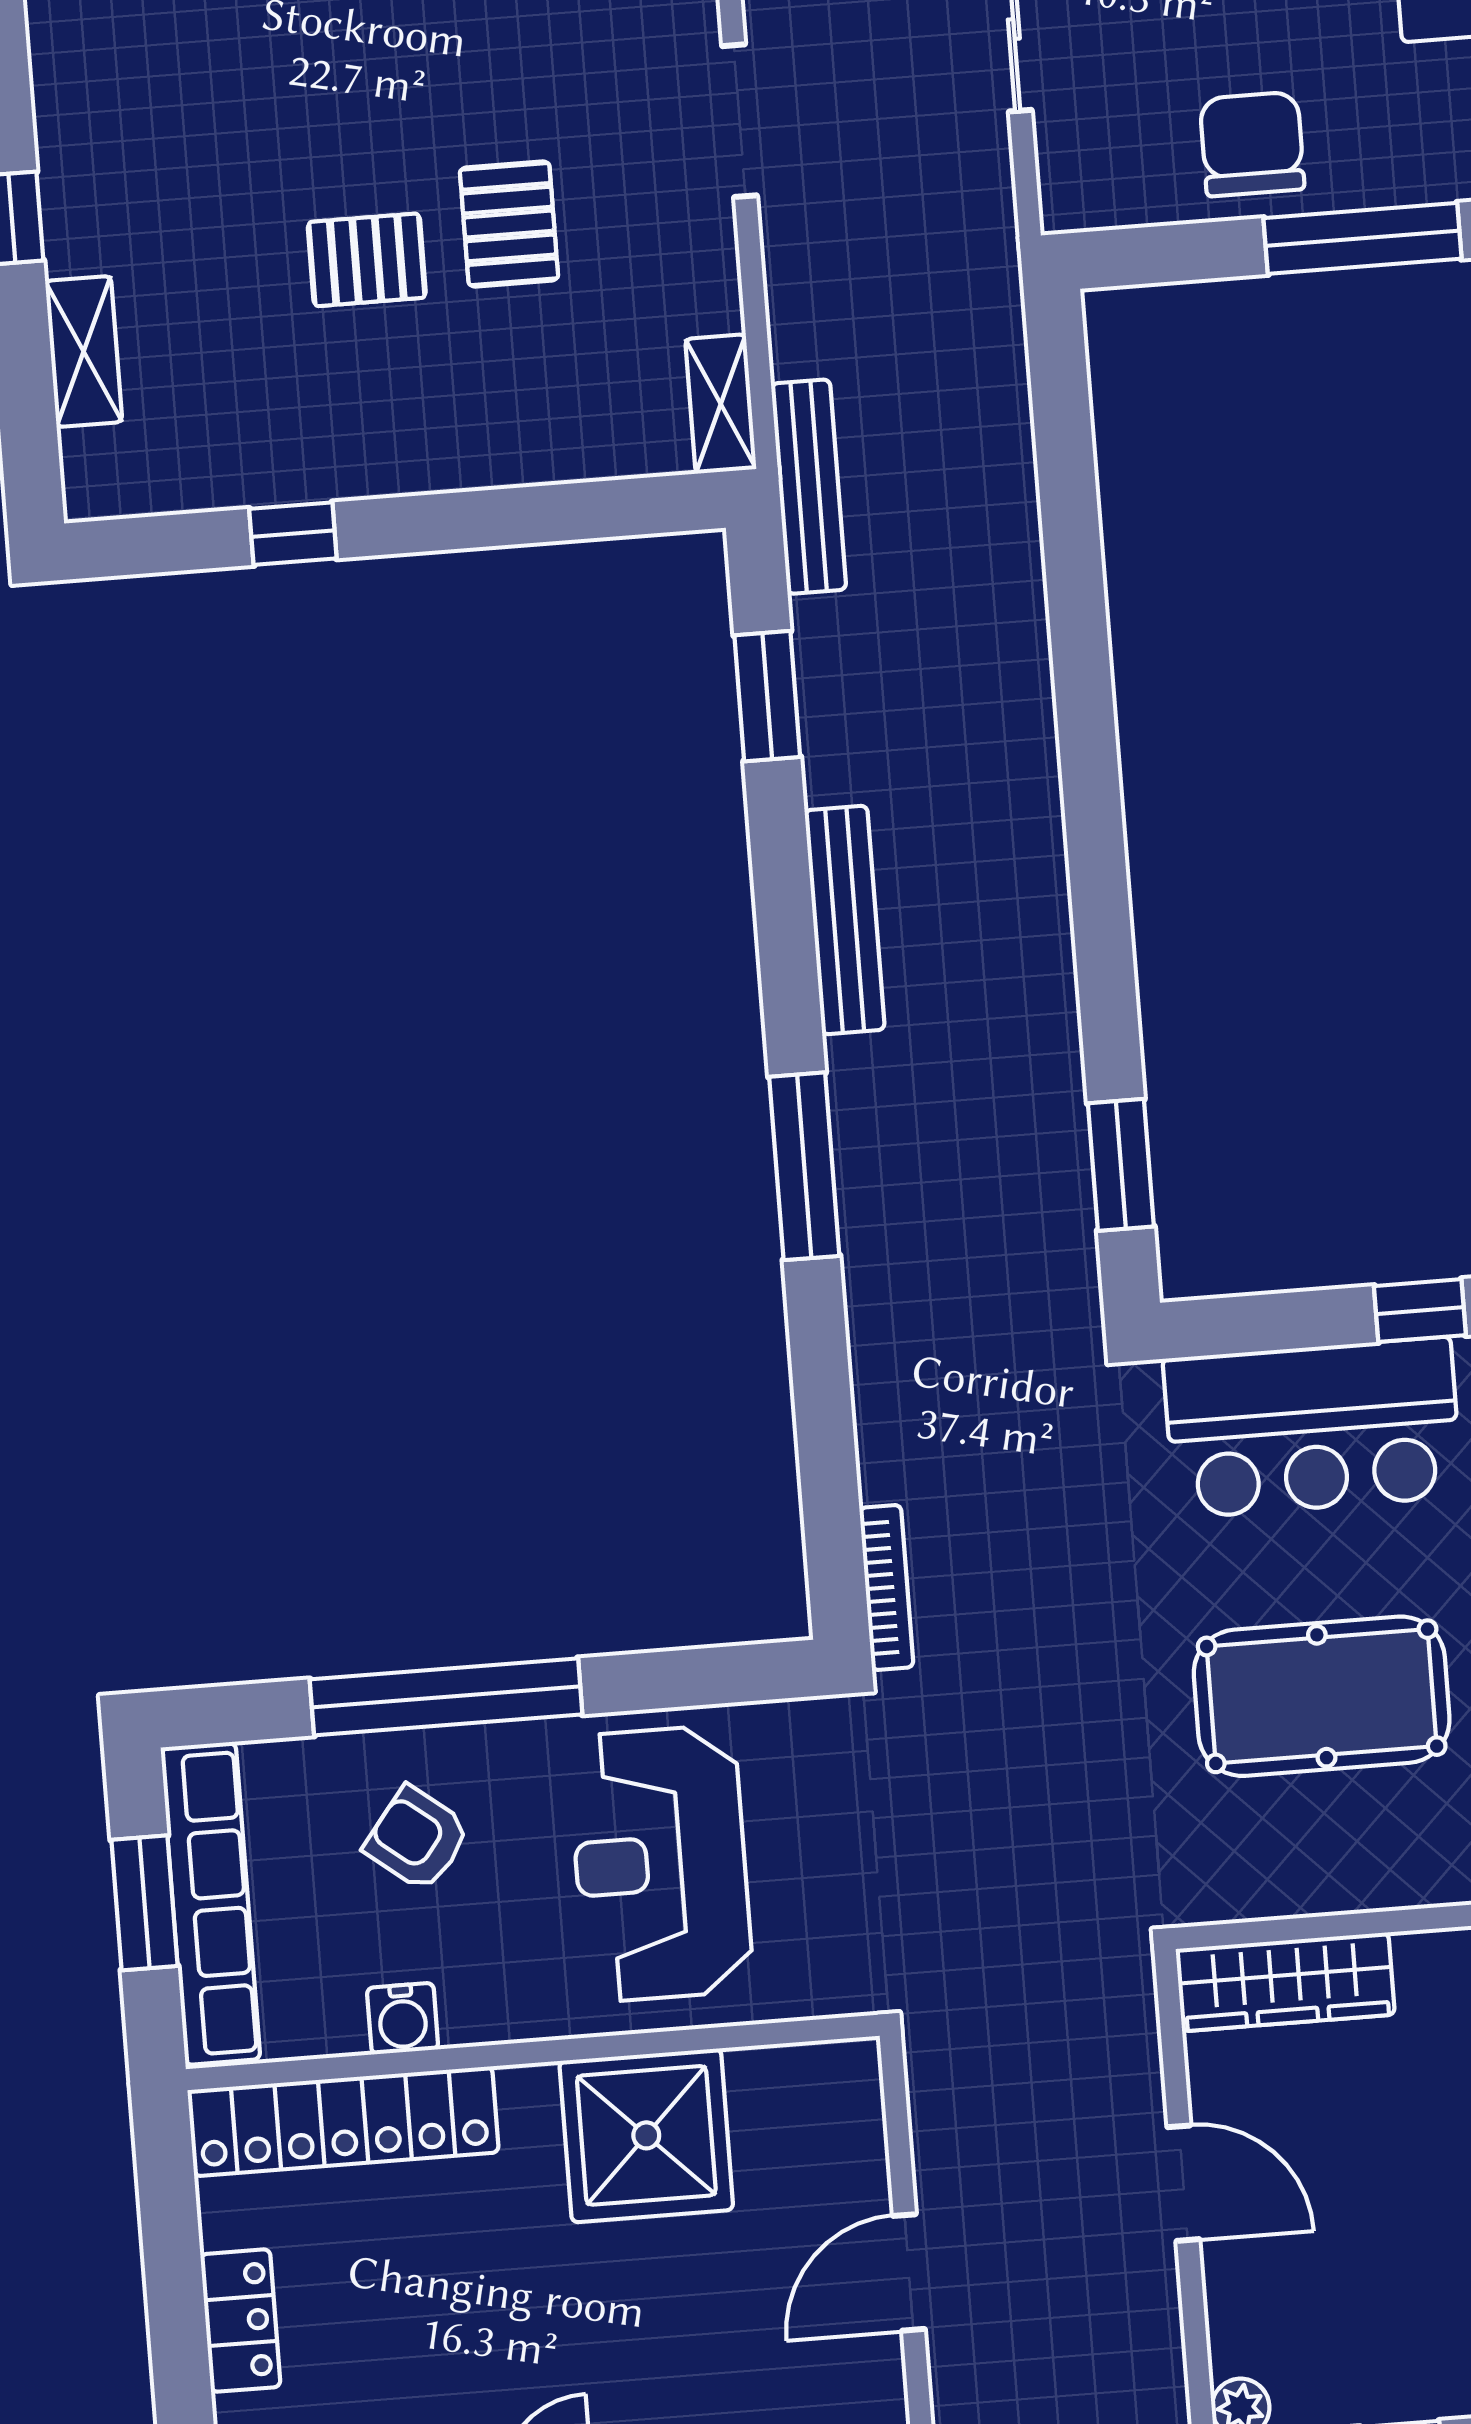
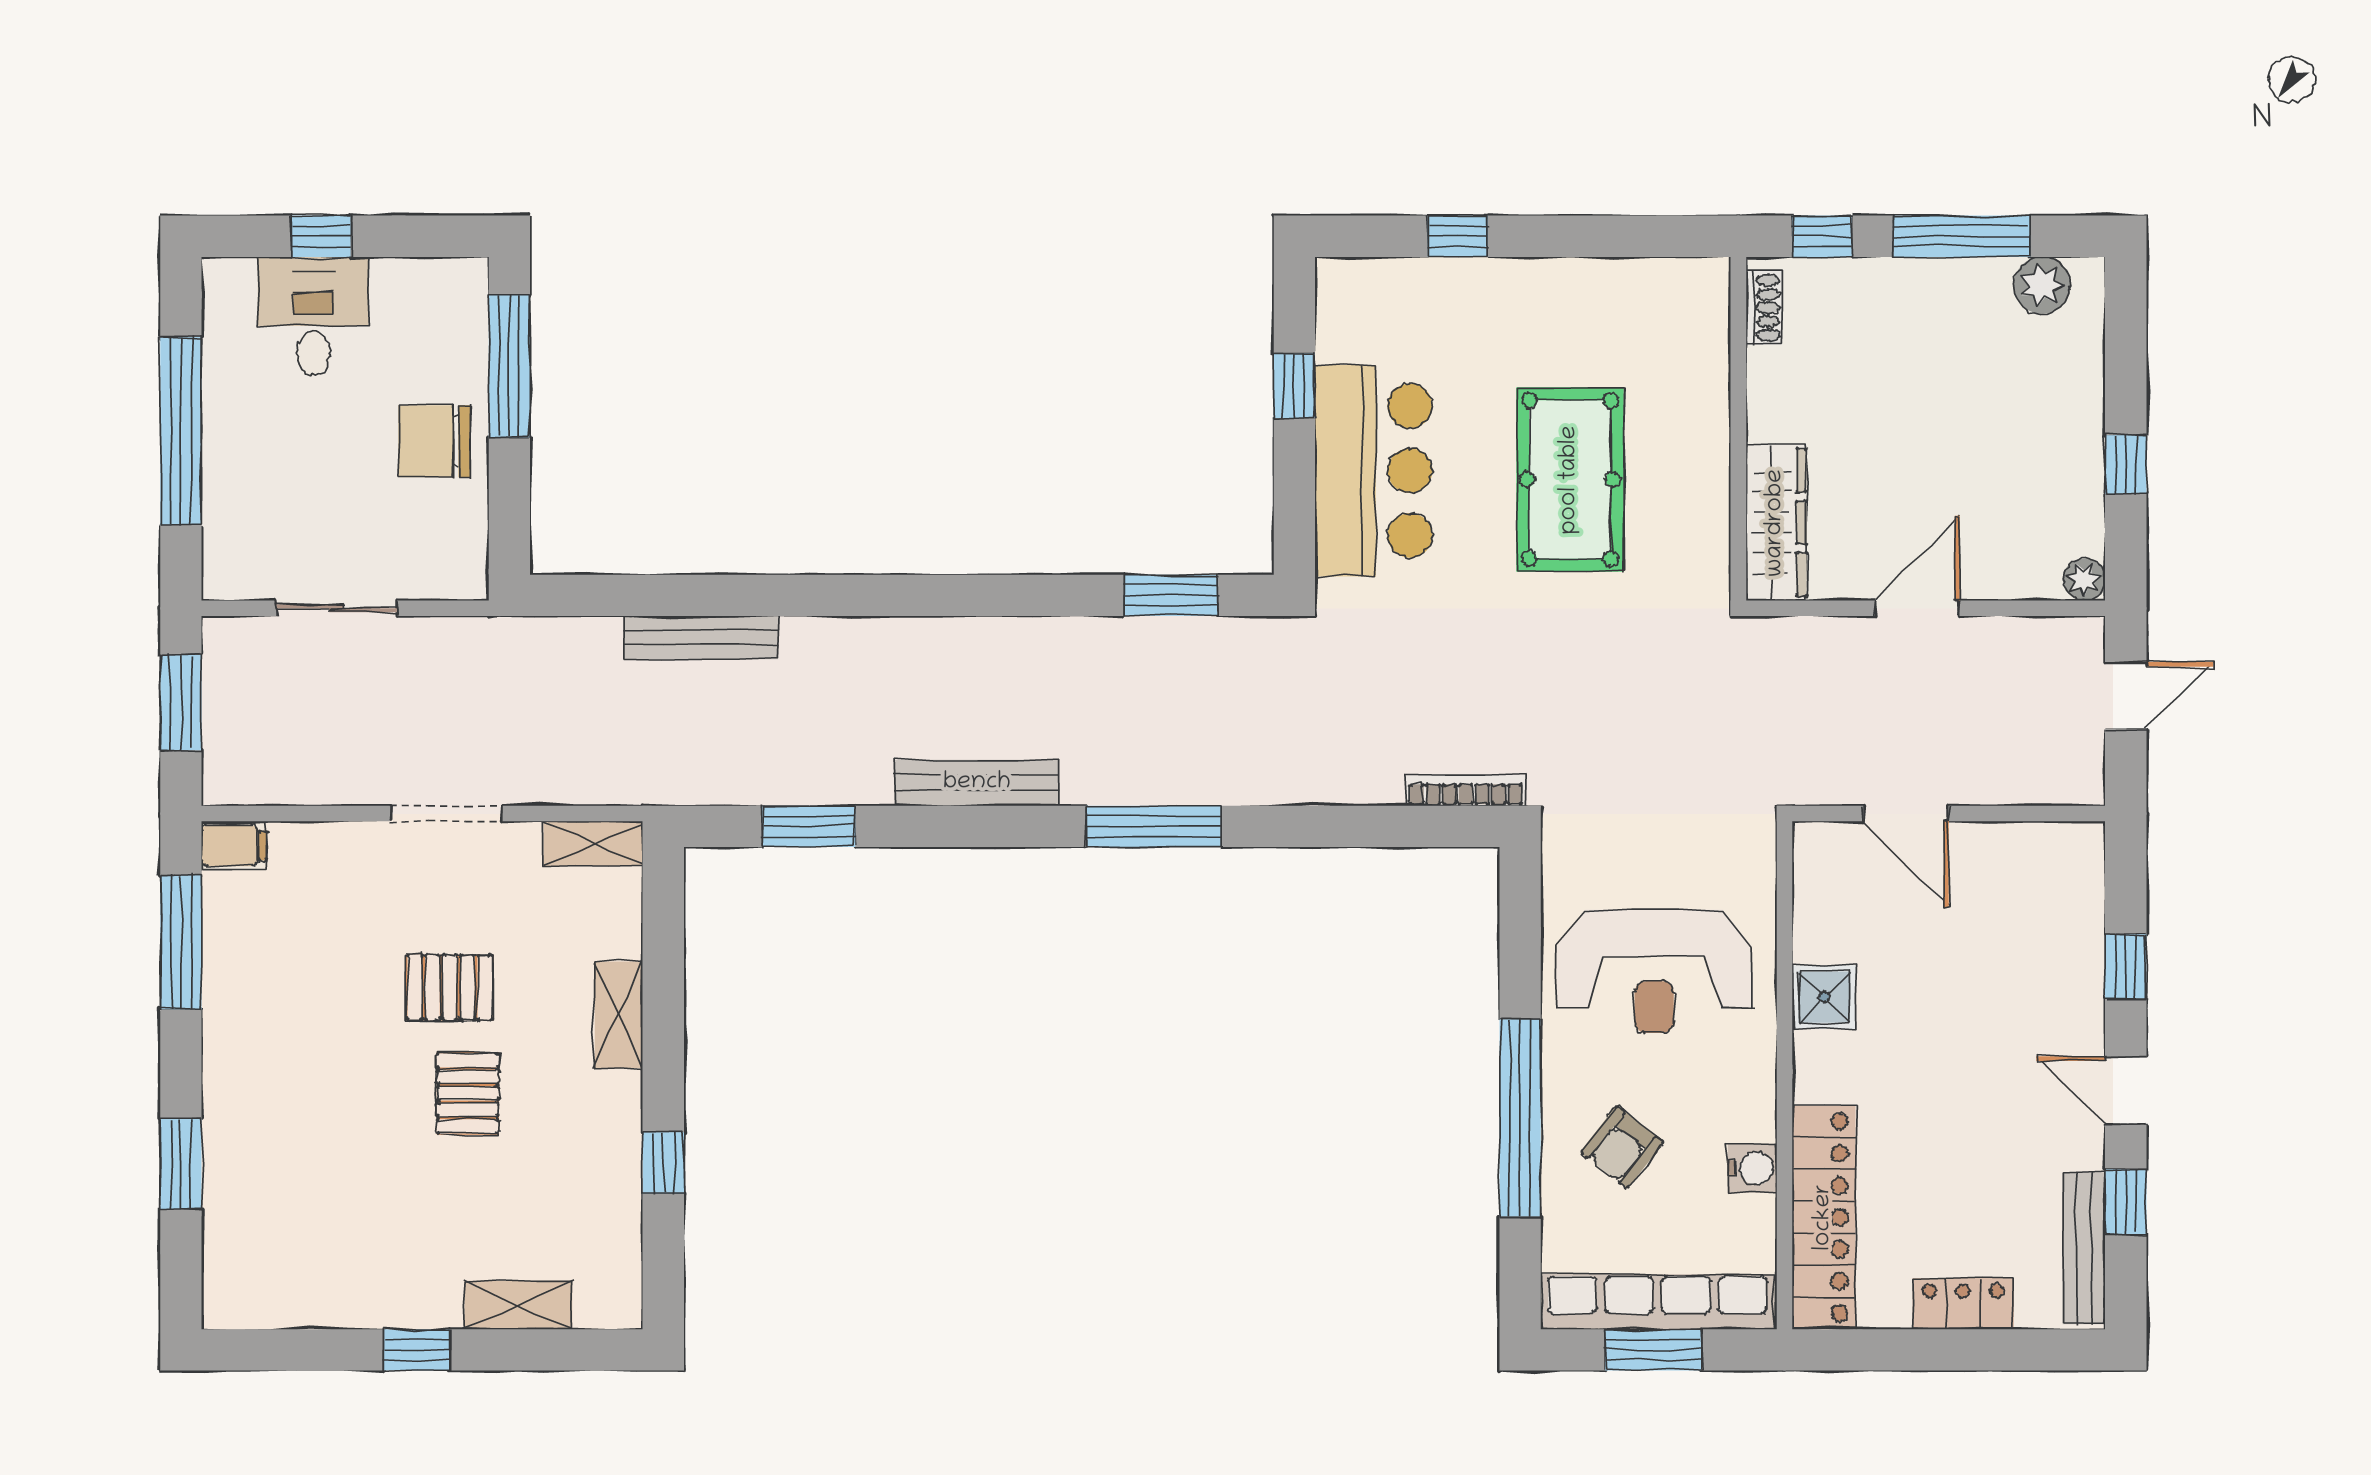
doorway: (740, 121) -> (446, 814), moved
shelving: (490, 457) -> (619, 1015), added
bench: (809, 487) -> (701, 638), moved
shower: (646, 2135) -> (1824, 997), width x0.54, depth x0.54
door: (909, 2272) -> (1906, 814), moved

